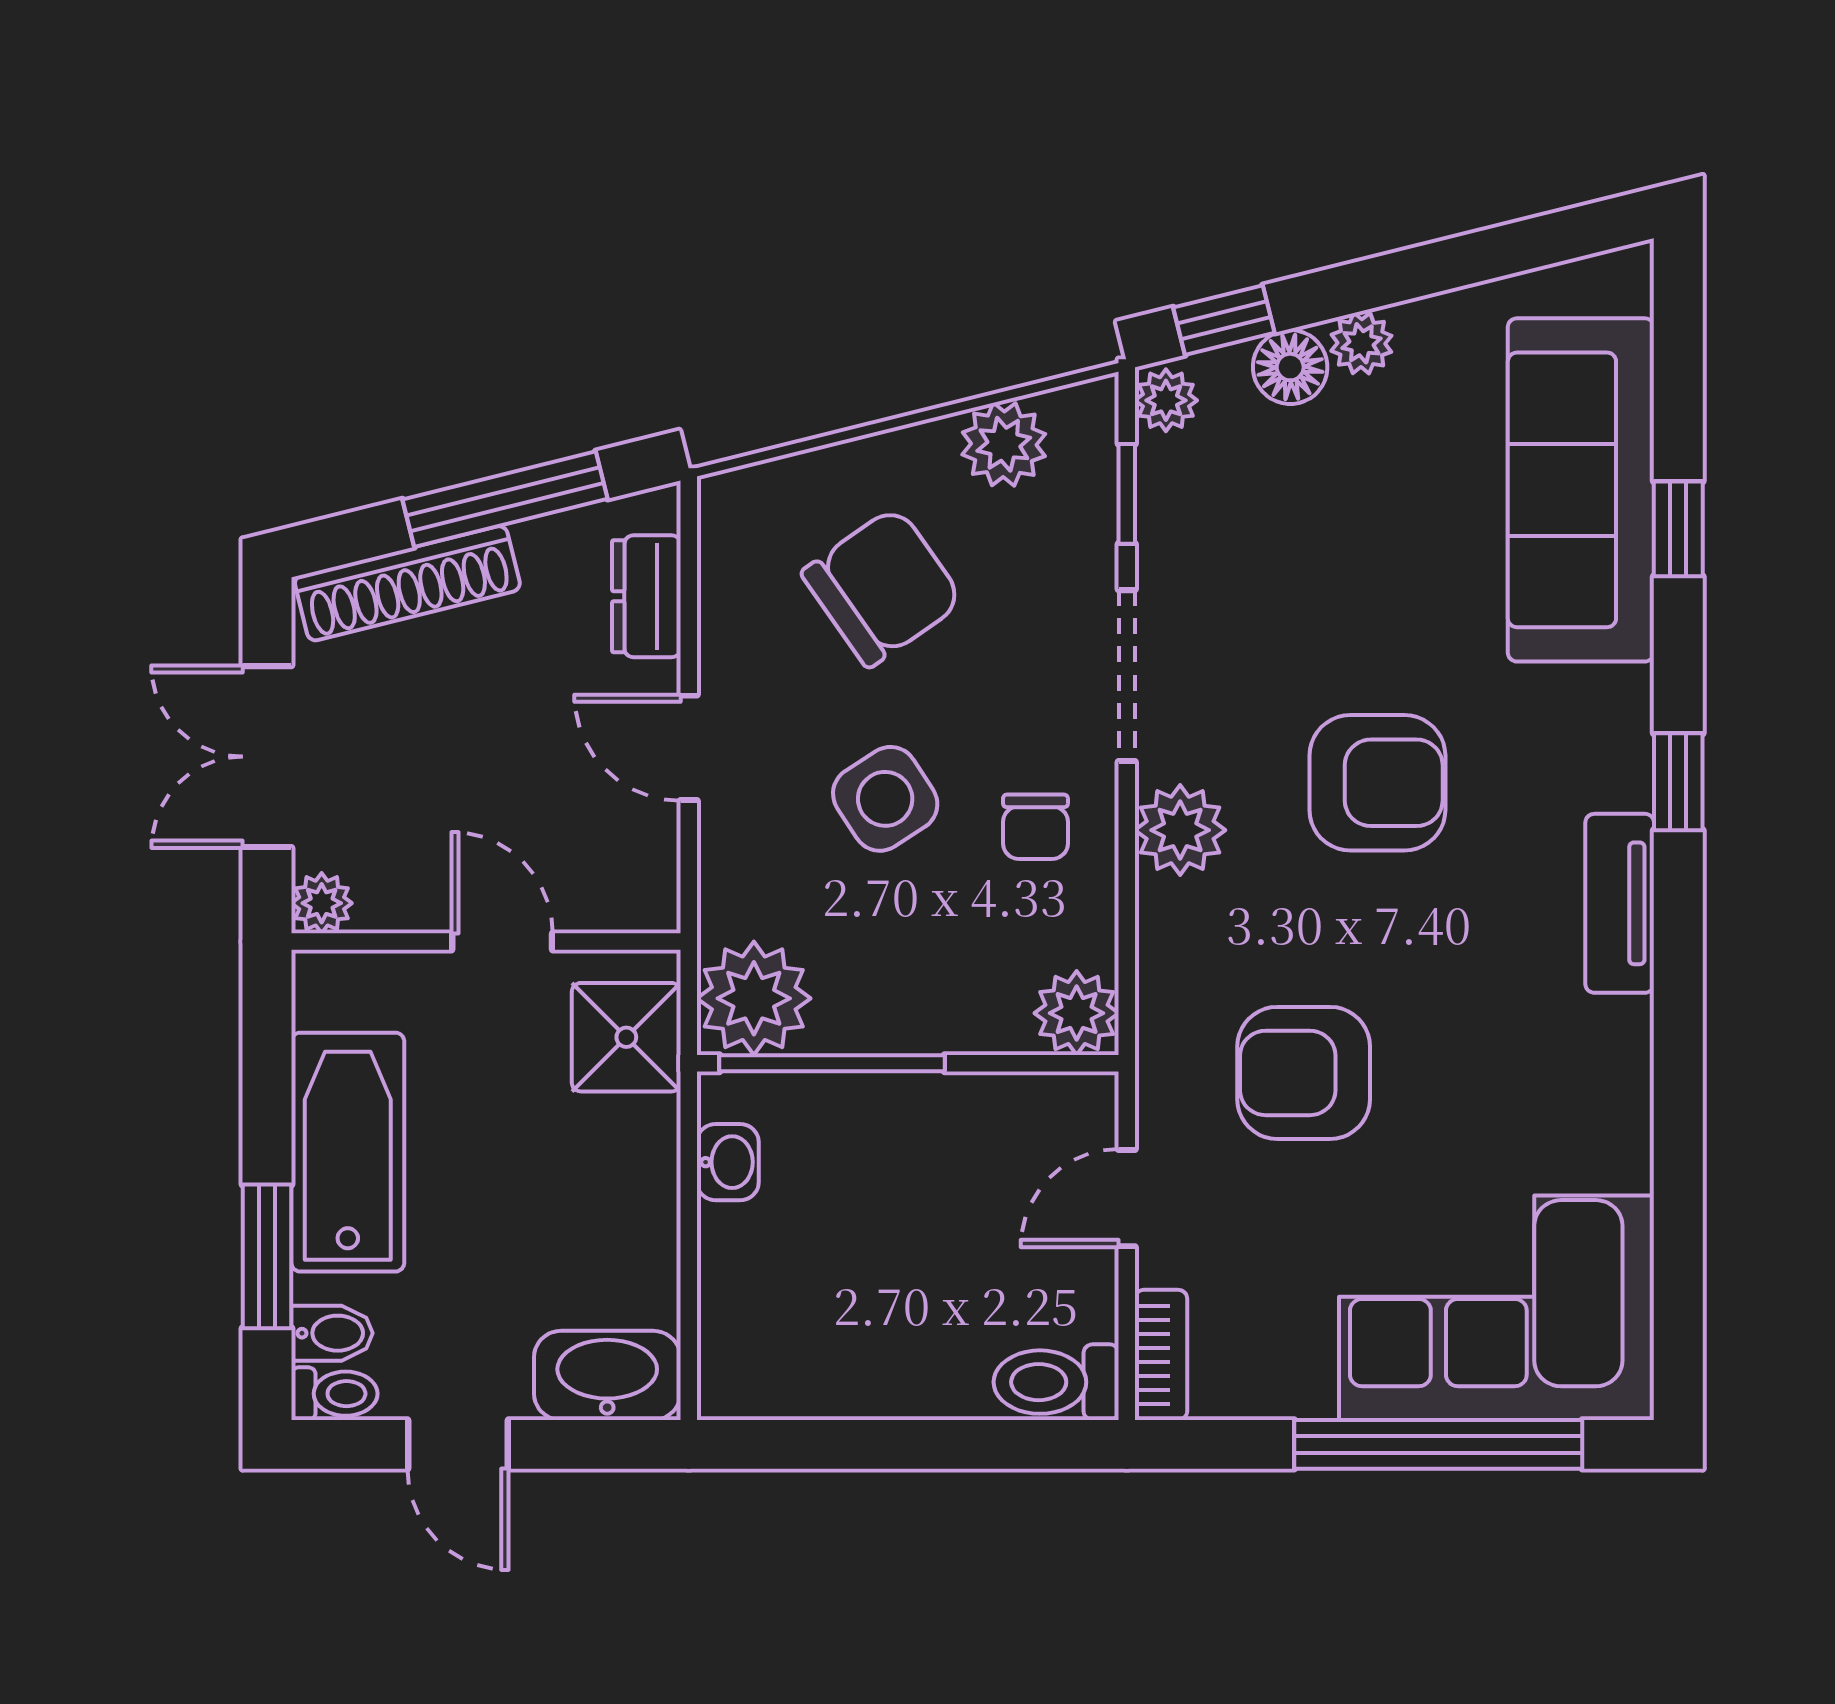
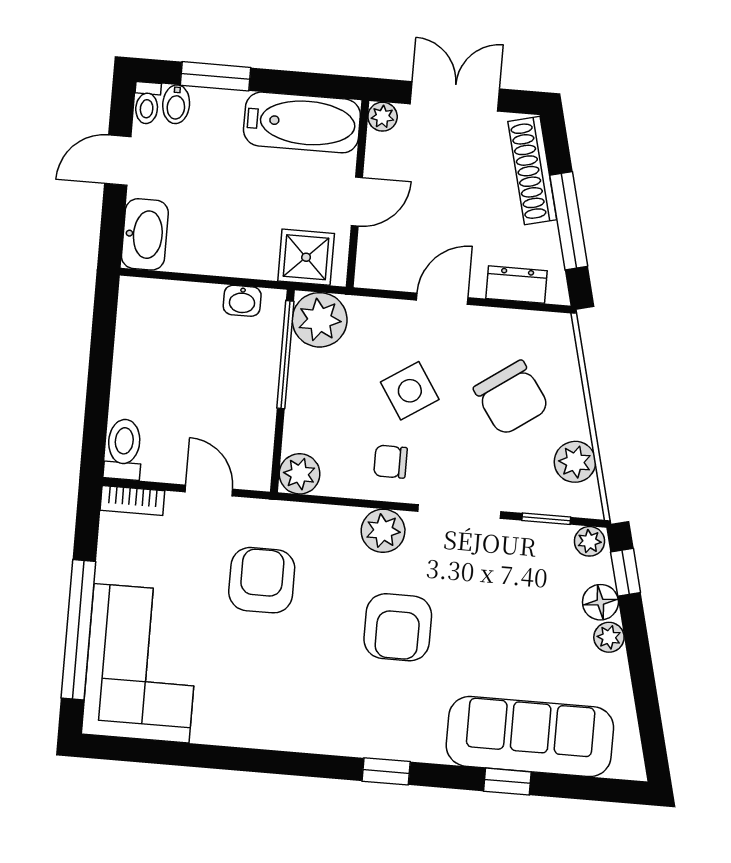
tv unit: (1620, 903) -> (330, 738), removed
bathtub: (348, 1152) -> (302, 122), moved

